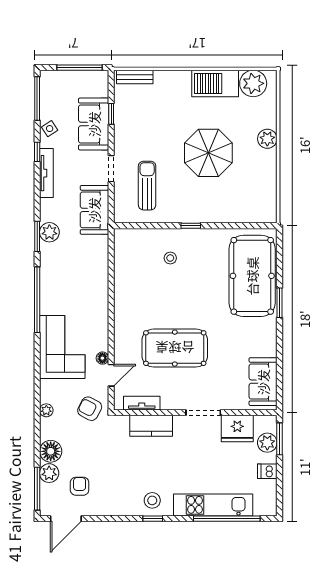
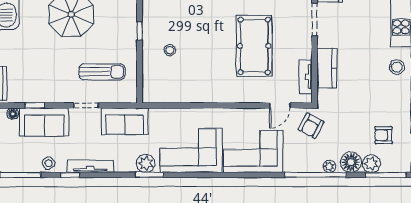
sun lounger: (147, 186) -> (102, 72), turned 180
corner sofa: (63, 281) -> (191, 150), added
window: (37, 300) -> (315, 175), moved
floor lamp: (102, 358) -> (13, 114), moved
door: (111, 375) -> (280, 106), swing flipped
plant: (46, 410) -> (329, 166), moved

